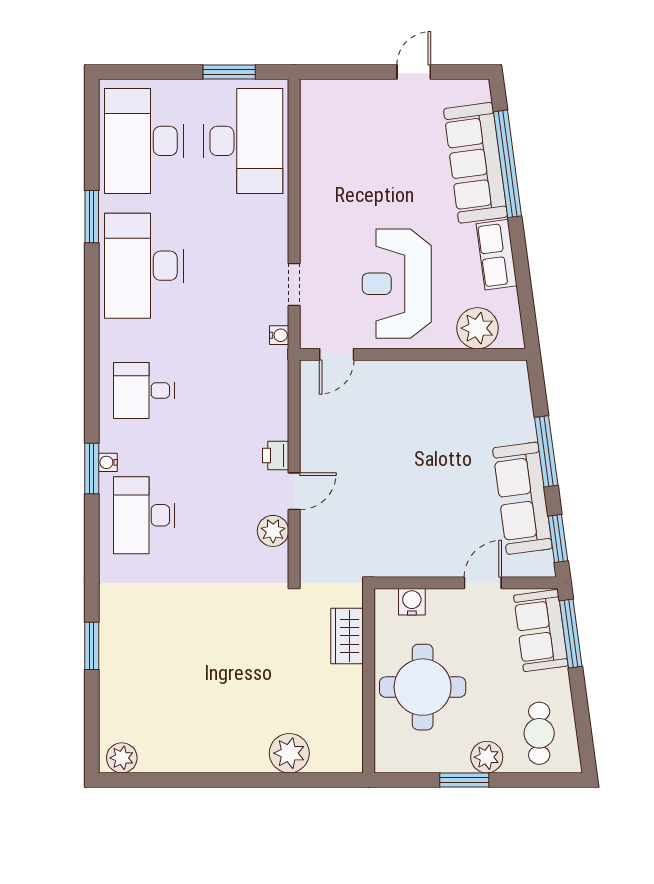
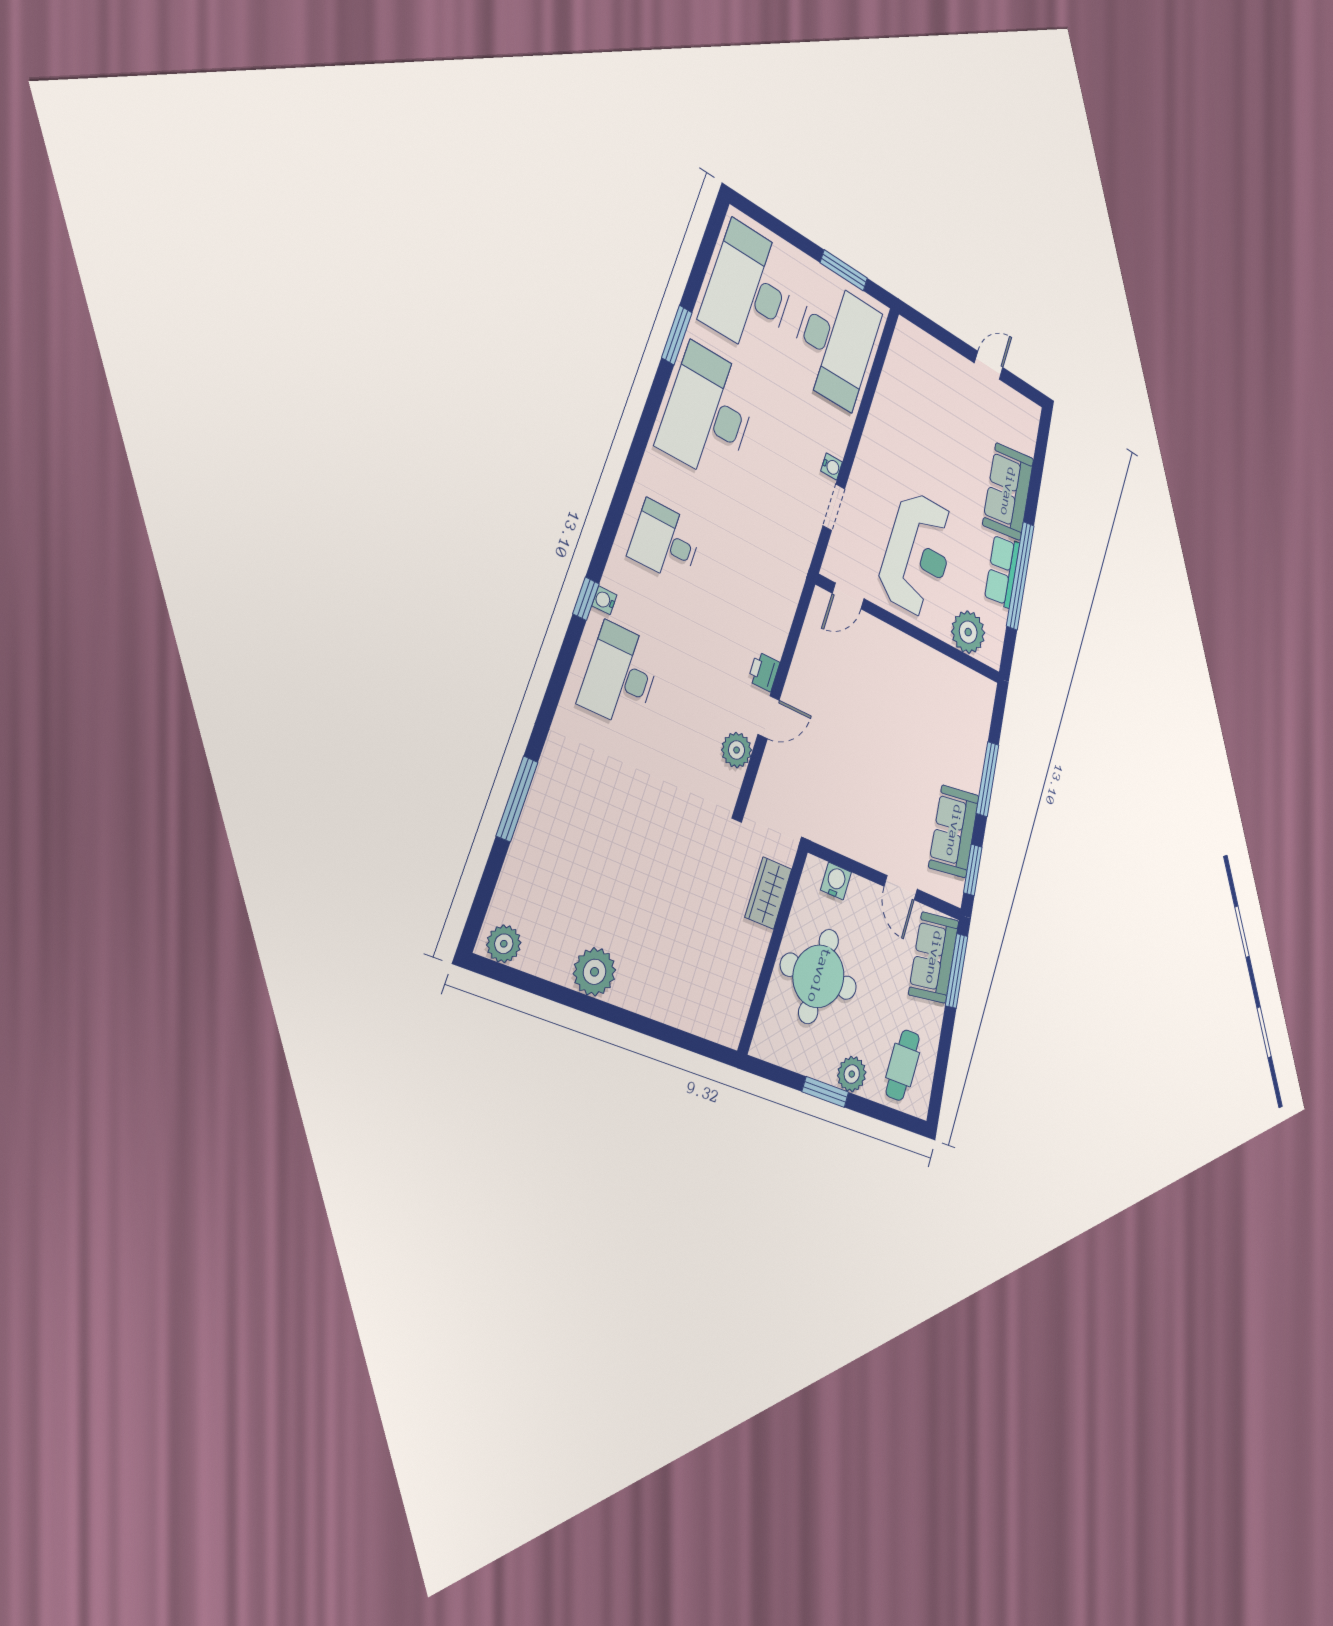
sofa: (476, 163) -> (1008, 492), width x0.73
window: (508, 164) -> (1020, 576), moved
reception desk: (397, 284) -> (918, 554), turned 180
water cooler: (279, 335) -> (832, 467), moved
window: (92, 468) -> (586, 599), width x0.67
sofa: (522, 498) -> (954, 831), width x0.73
door: (483, 583) -> (901, 888), swing flipped
window: (92, 646) -> (517, 799), width x1.44
plant: (289, 753) -> (595, 972), moved

